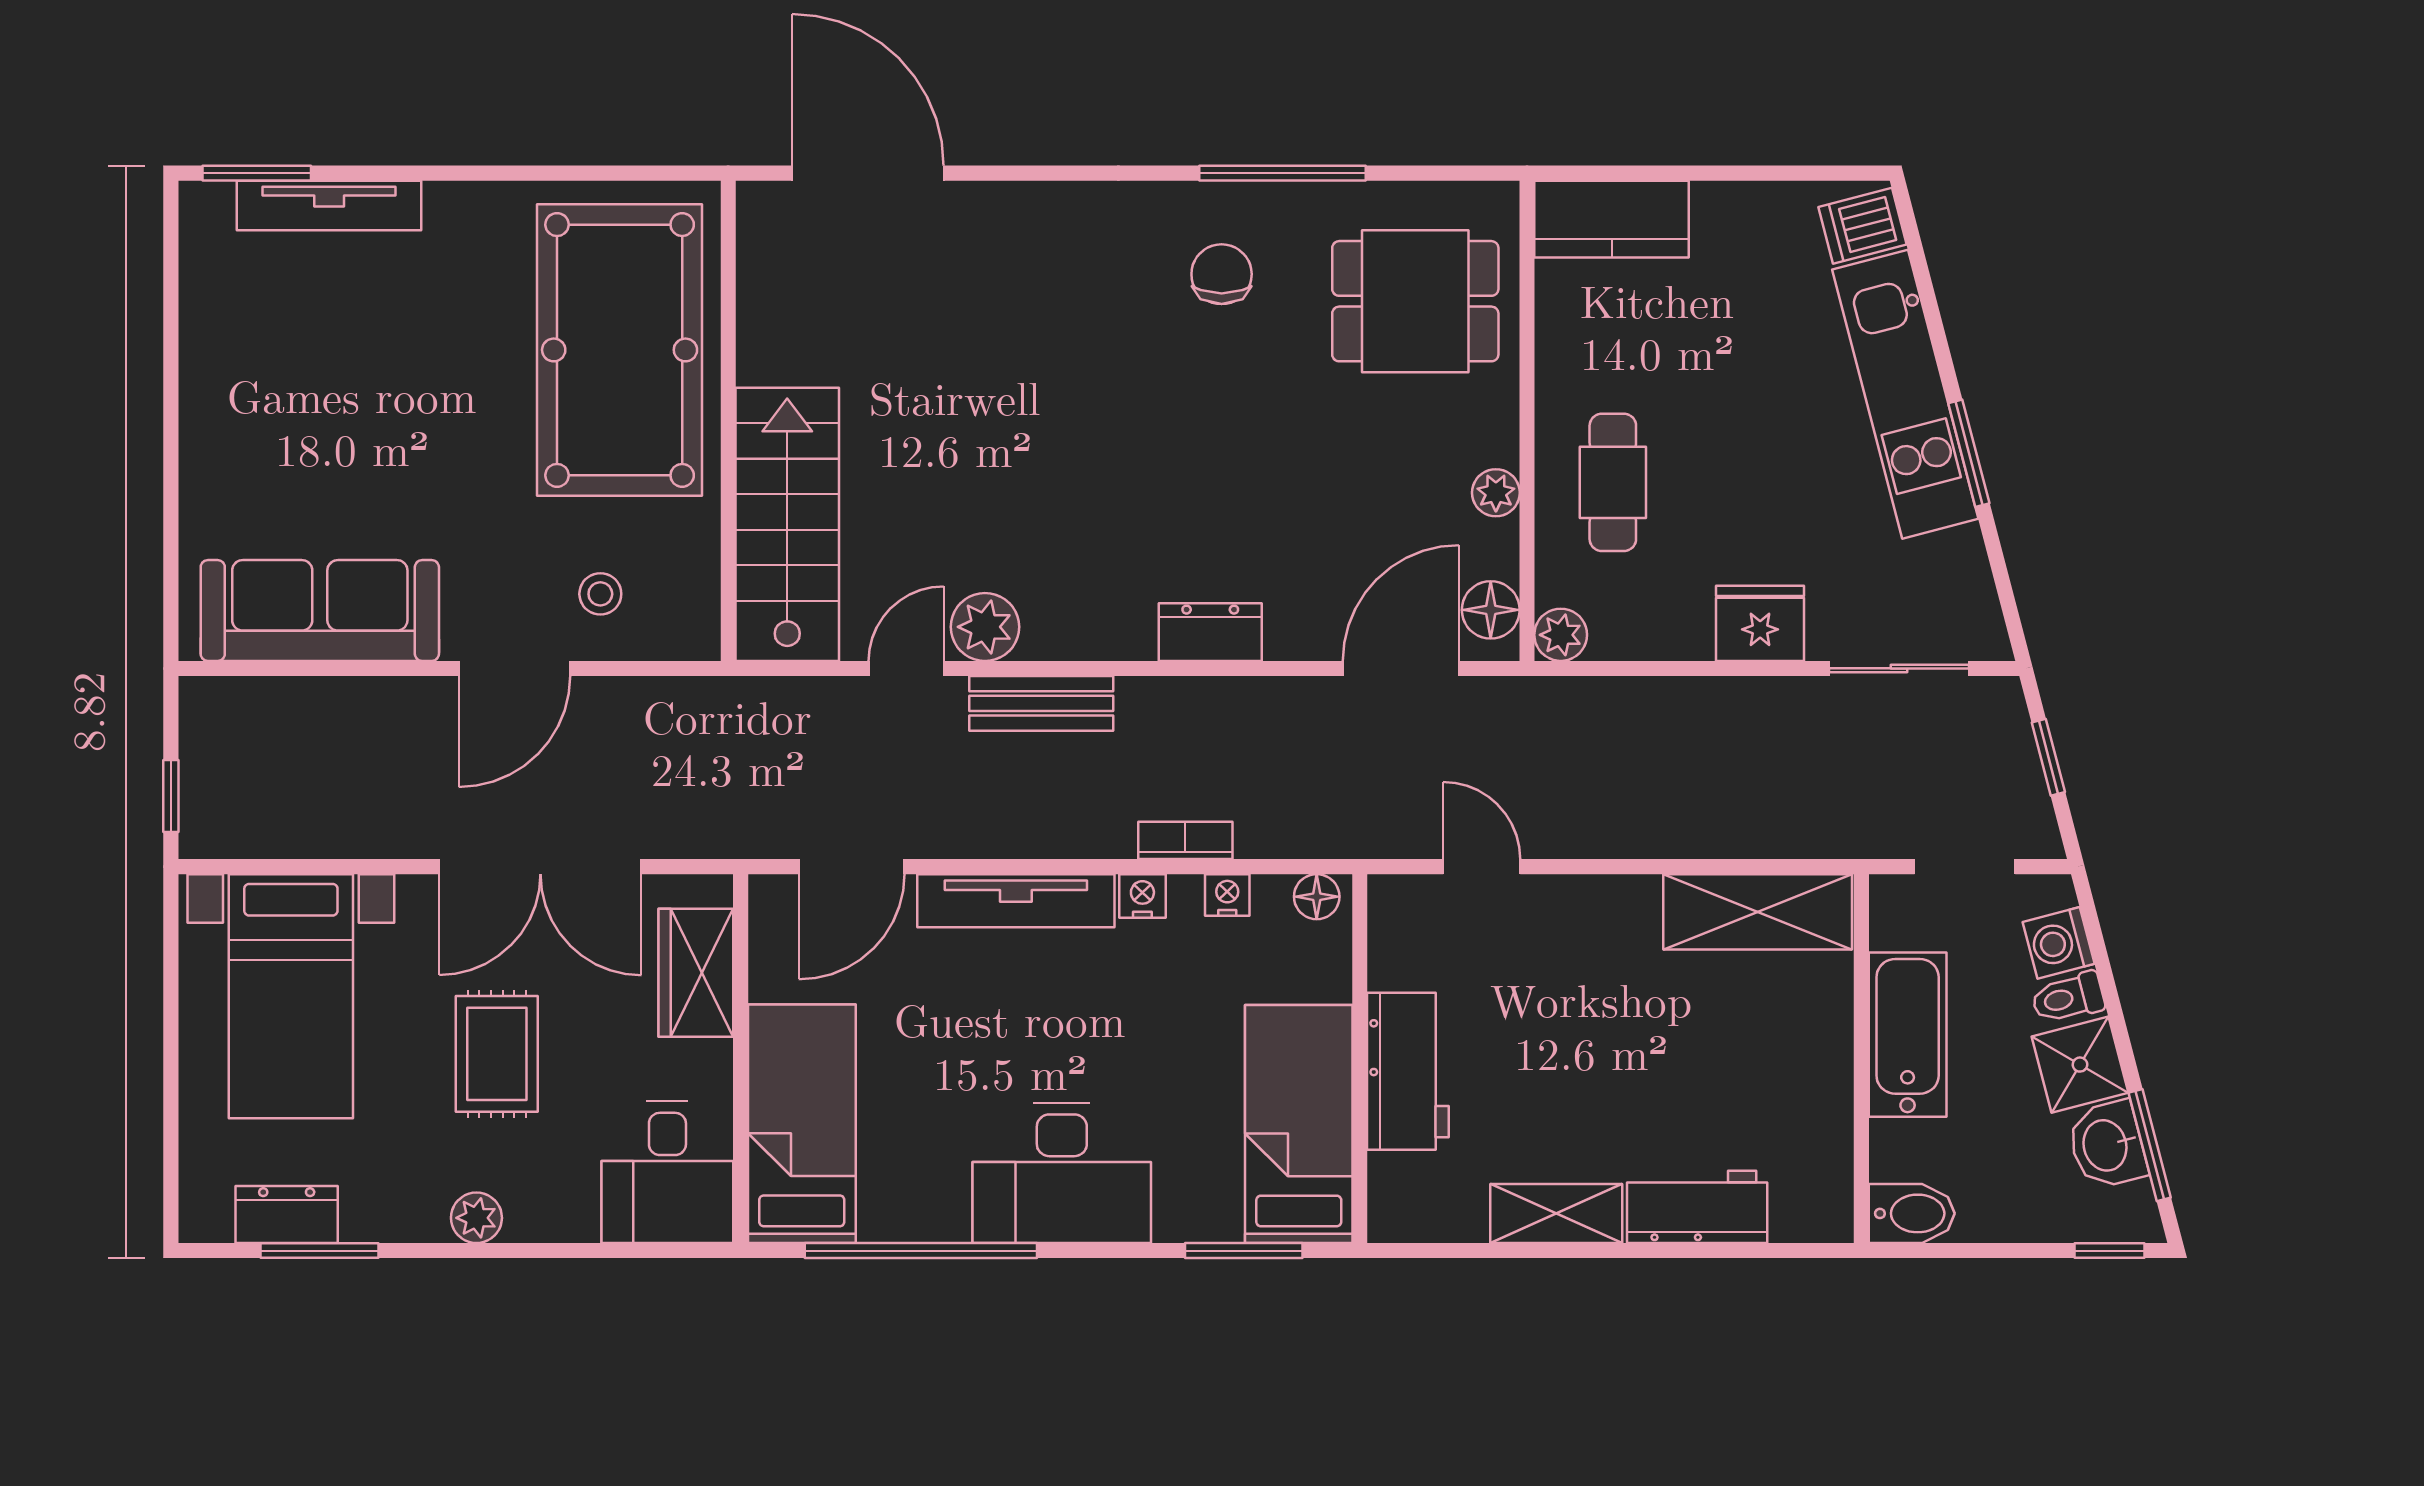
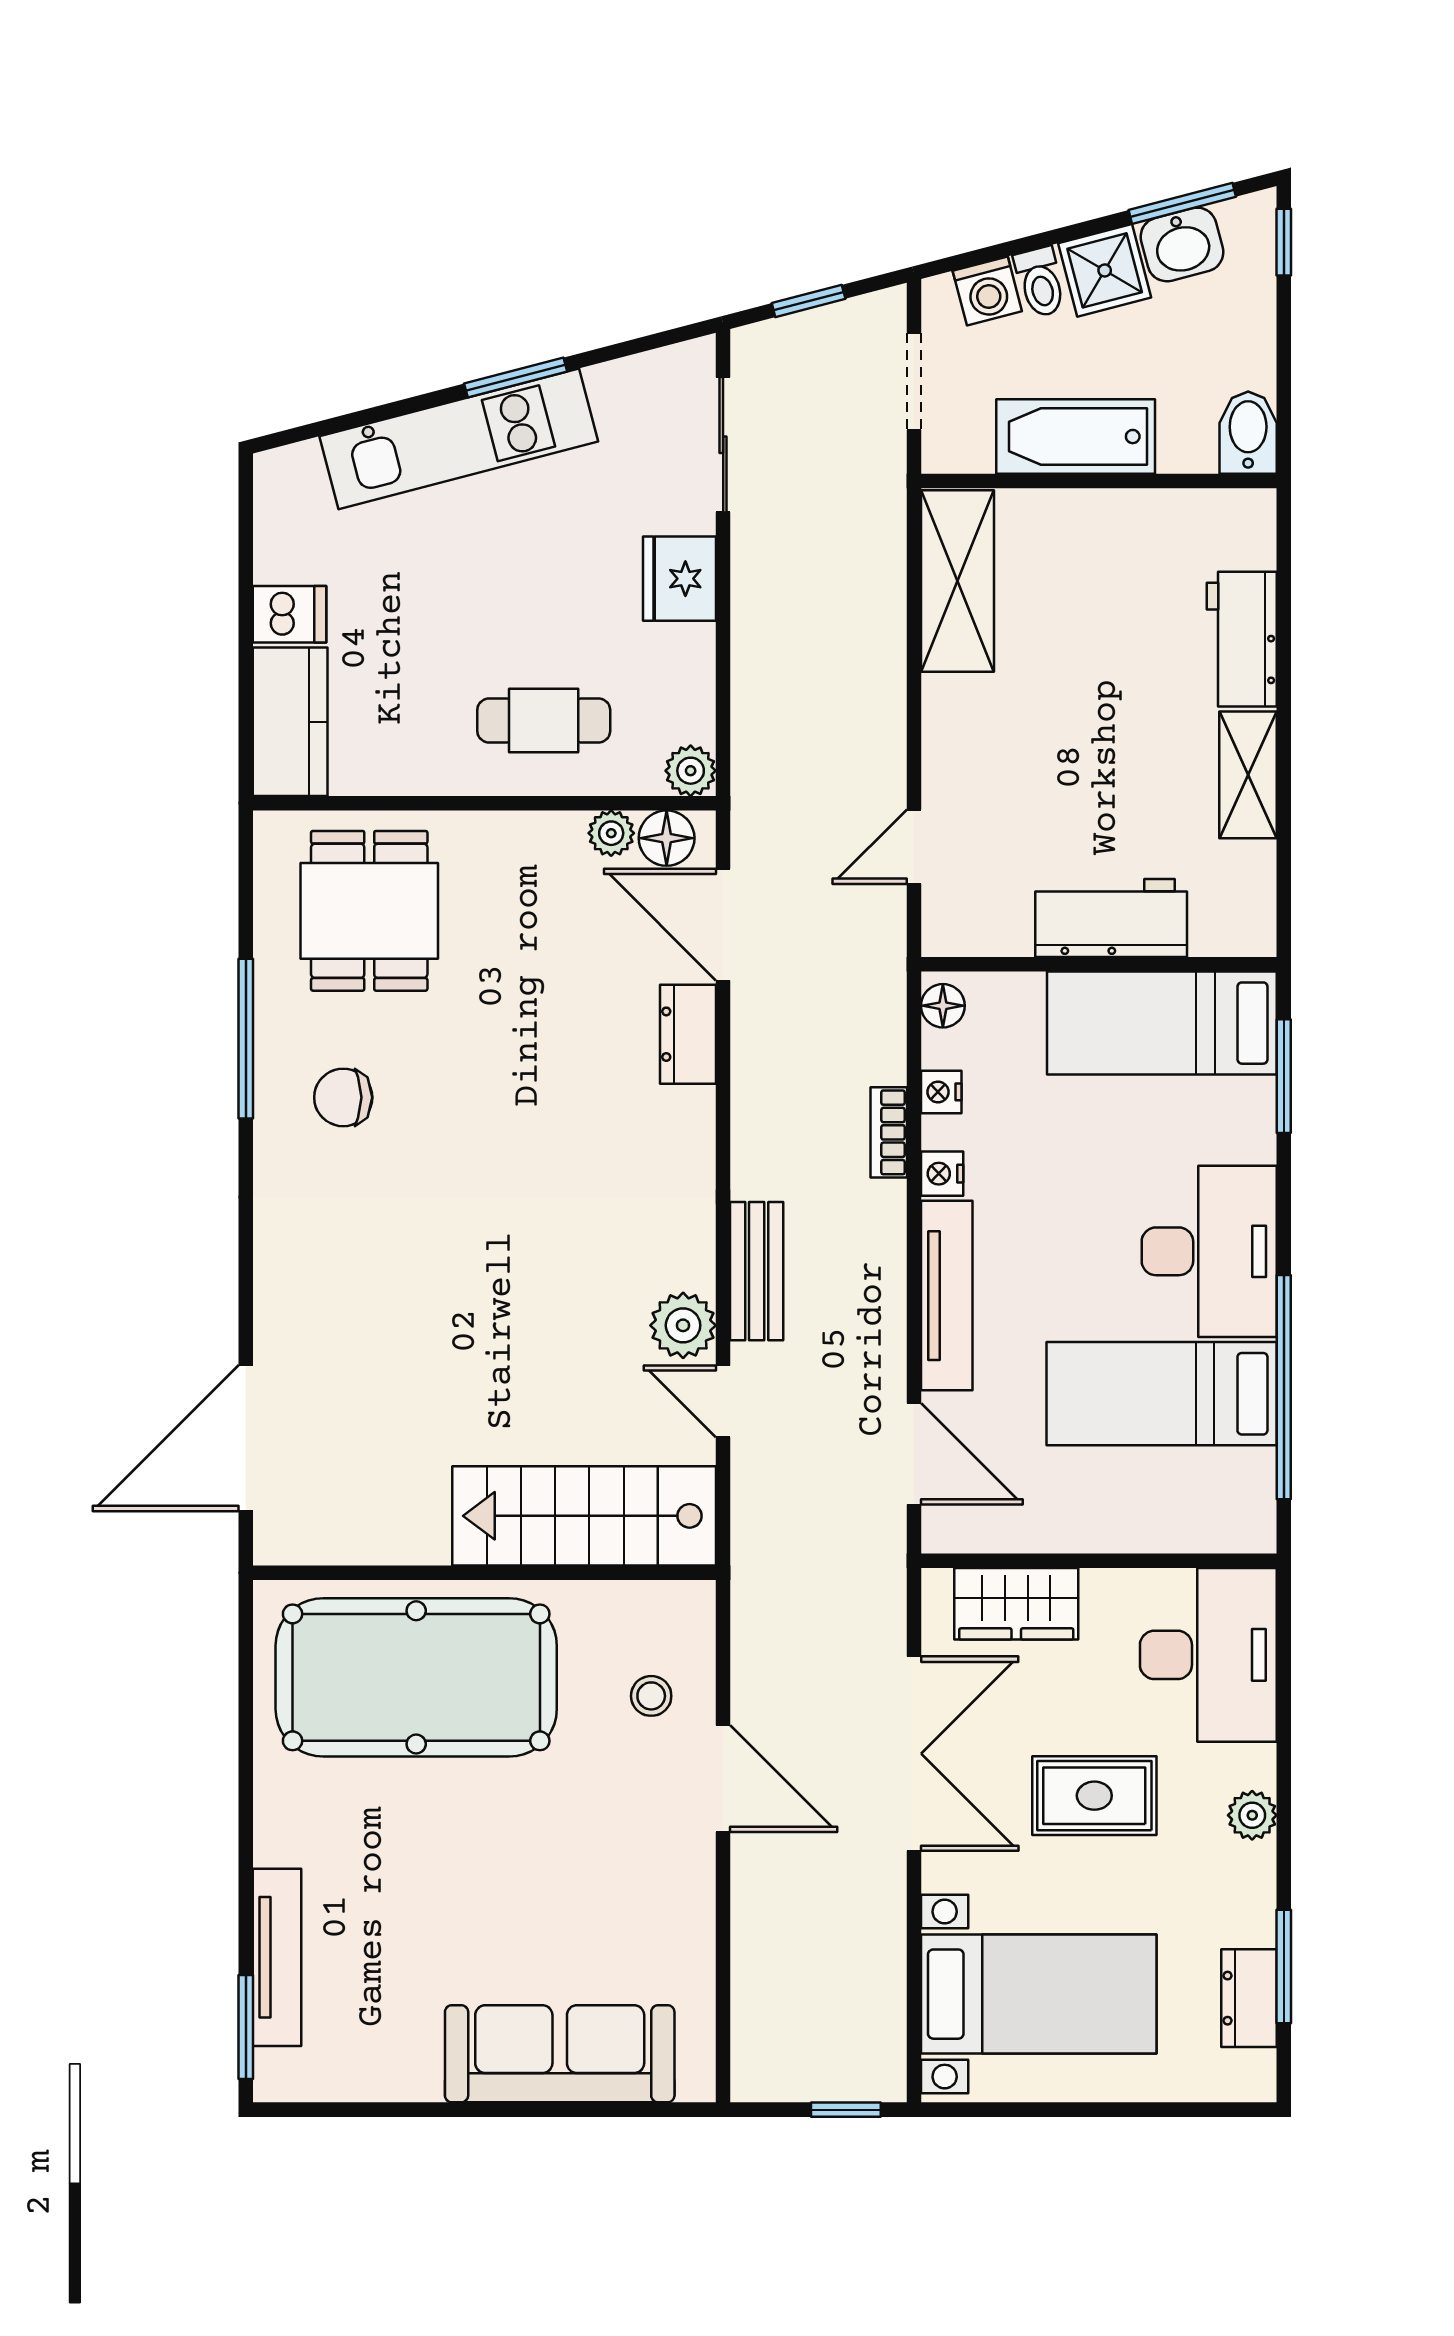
dishwasher: (1862, 226) -> (290, 614), moved, turned -75
plant: (1496, 493) -> (611, 833), moved
sofa: (320, 611) -> (560, 2054), moved, turned 90
dresser: (1210, 632) -> (688, 1034), moved
bed: (802, 1124) -> (1162, 1394), moved
desk: (667, 1172) -> (1208, 1655), width x1.37

